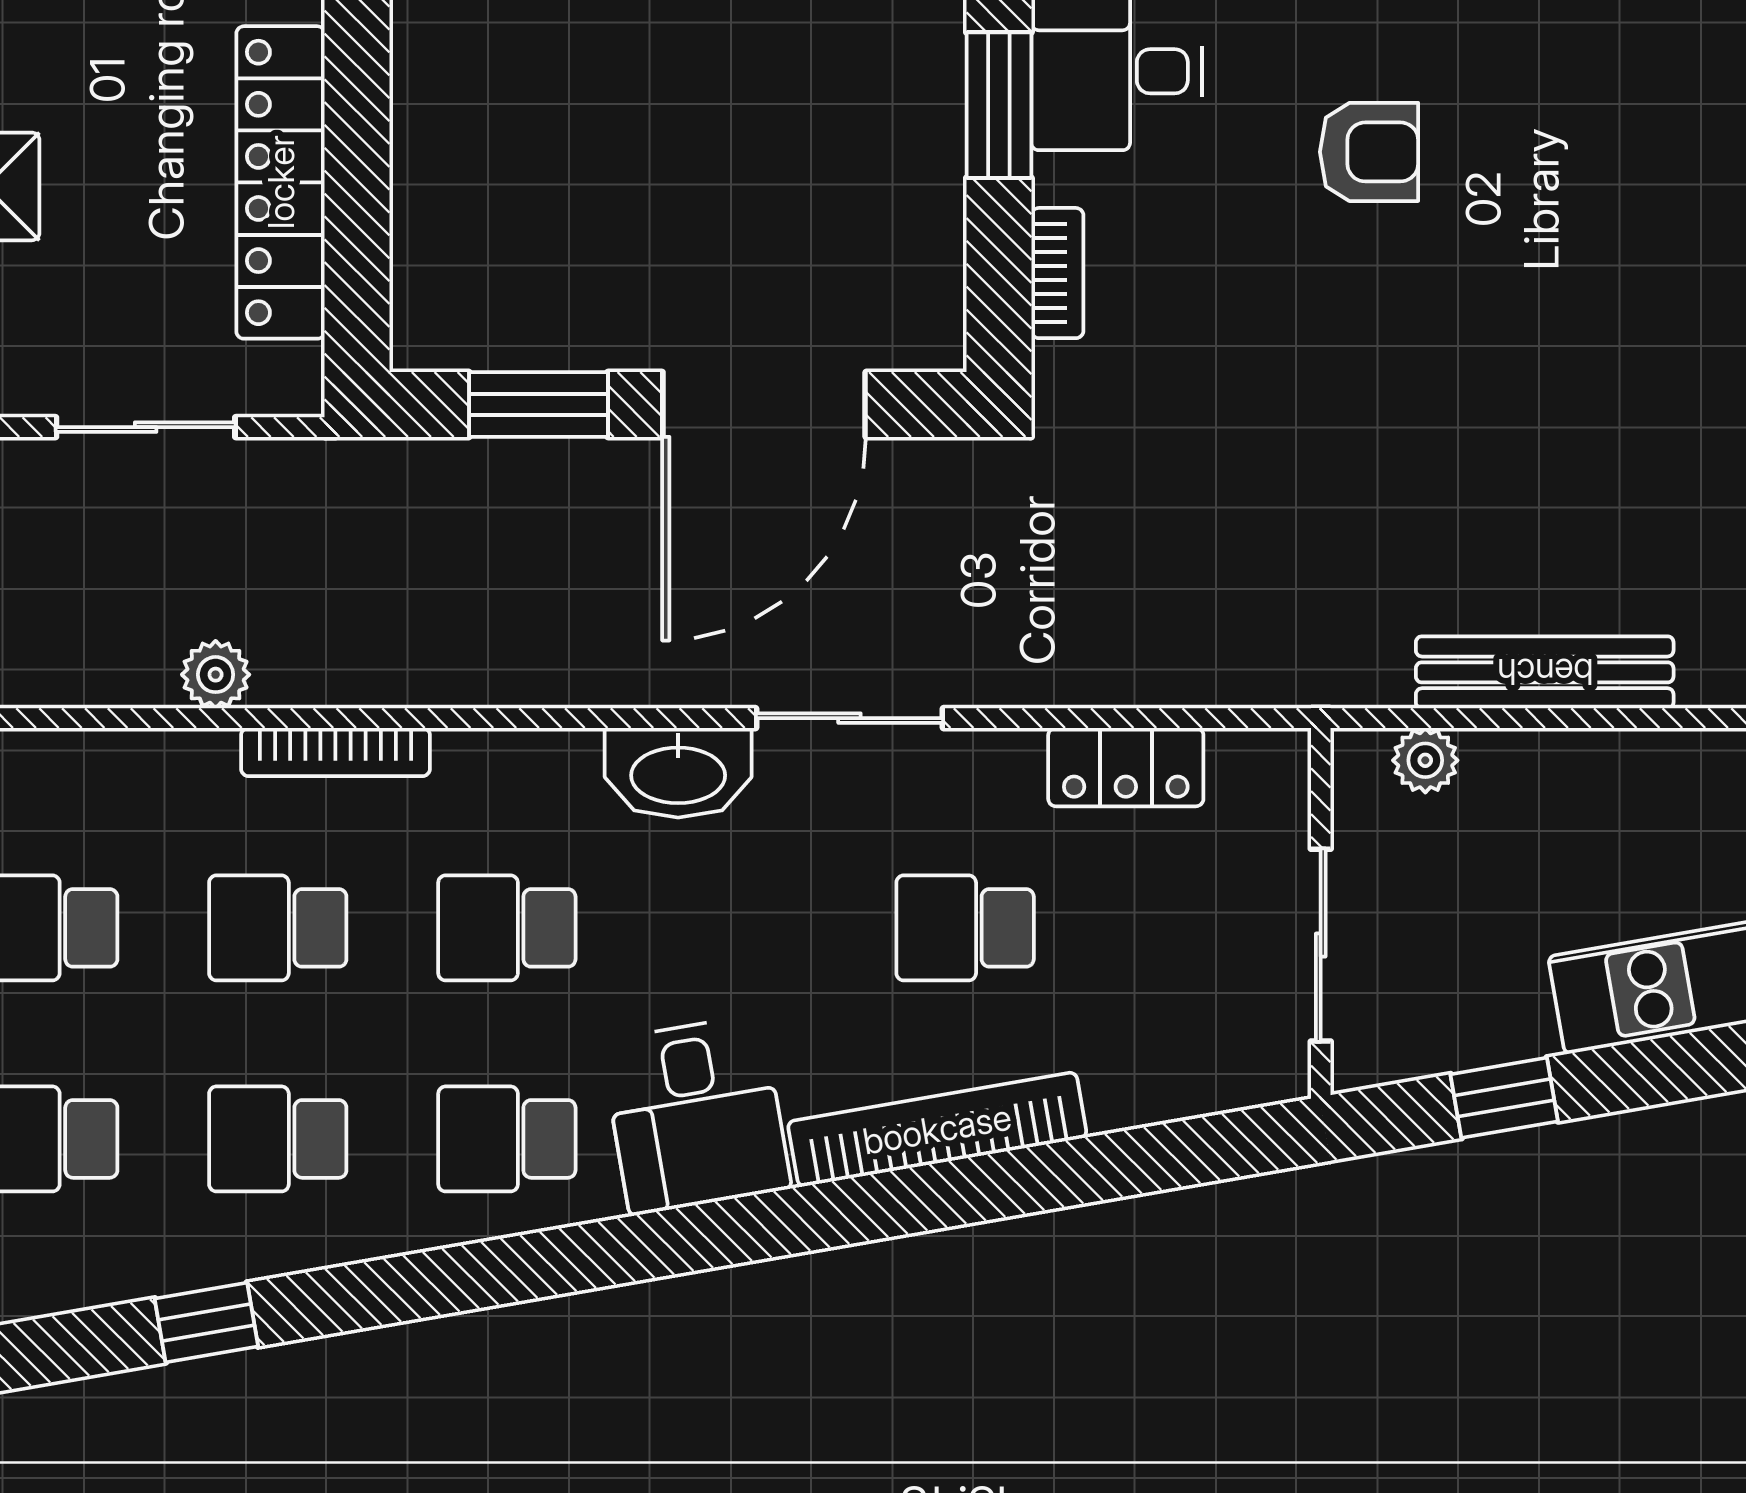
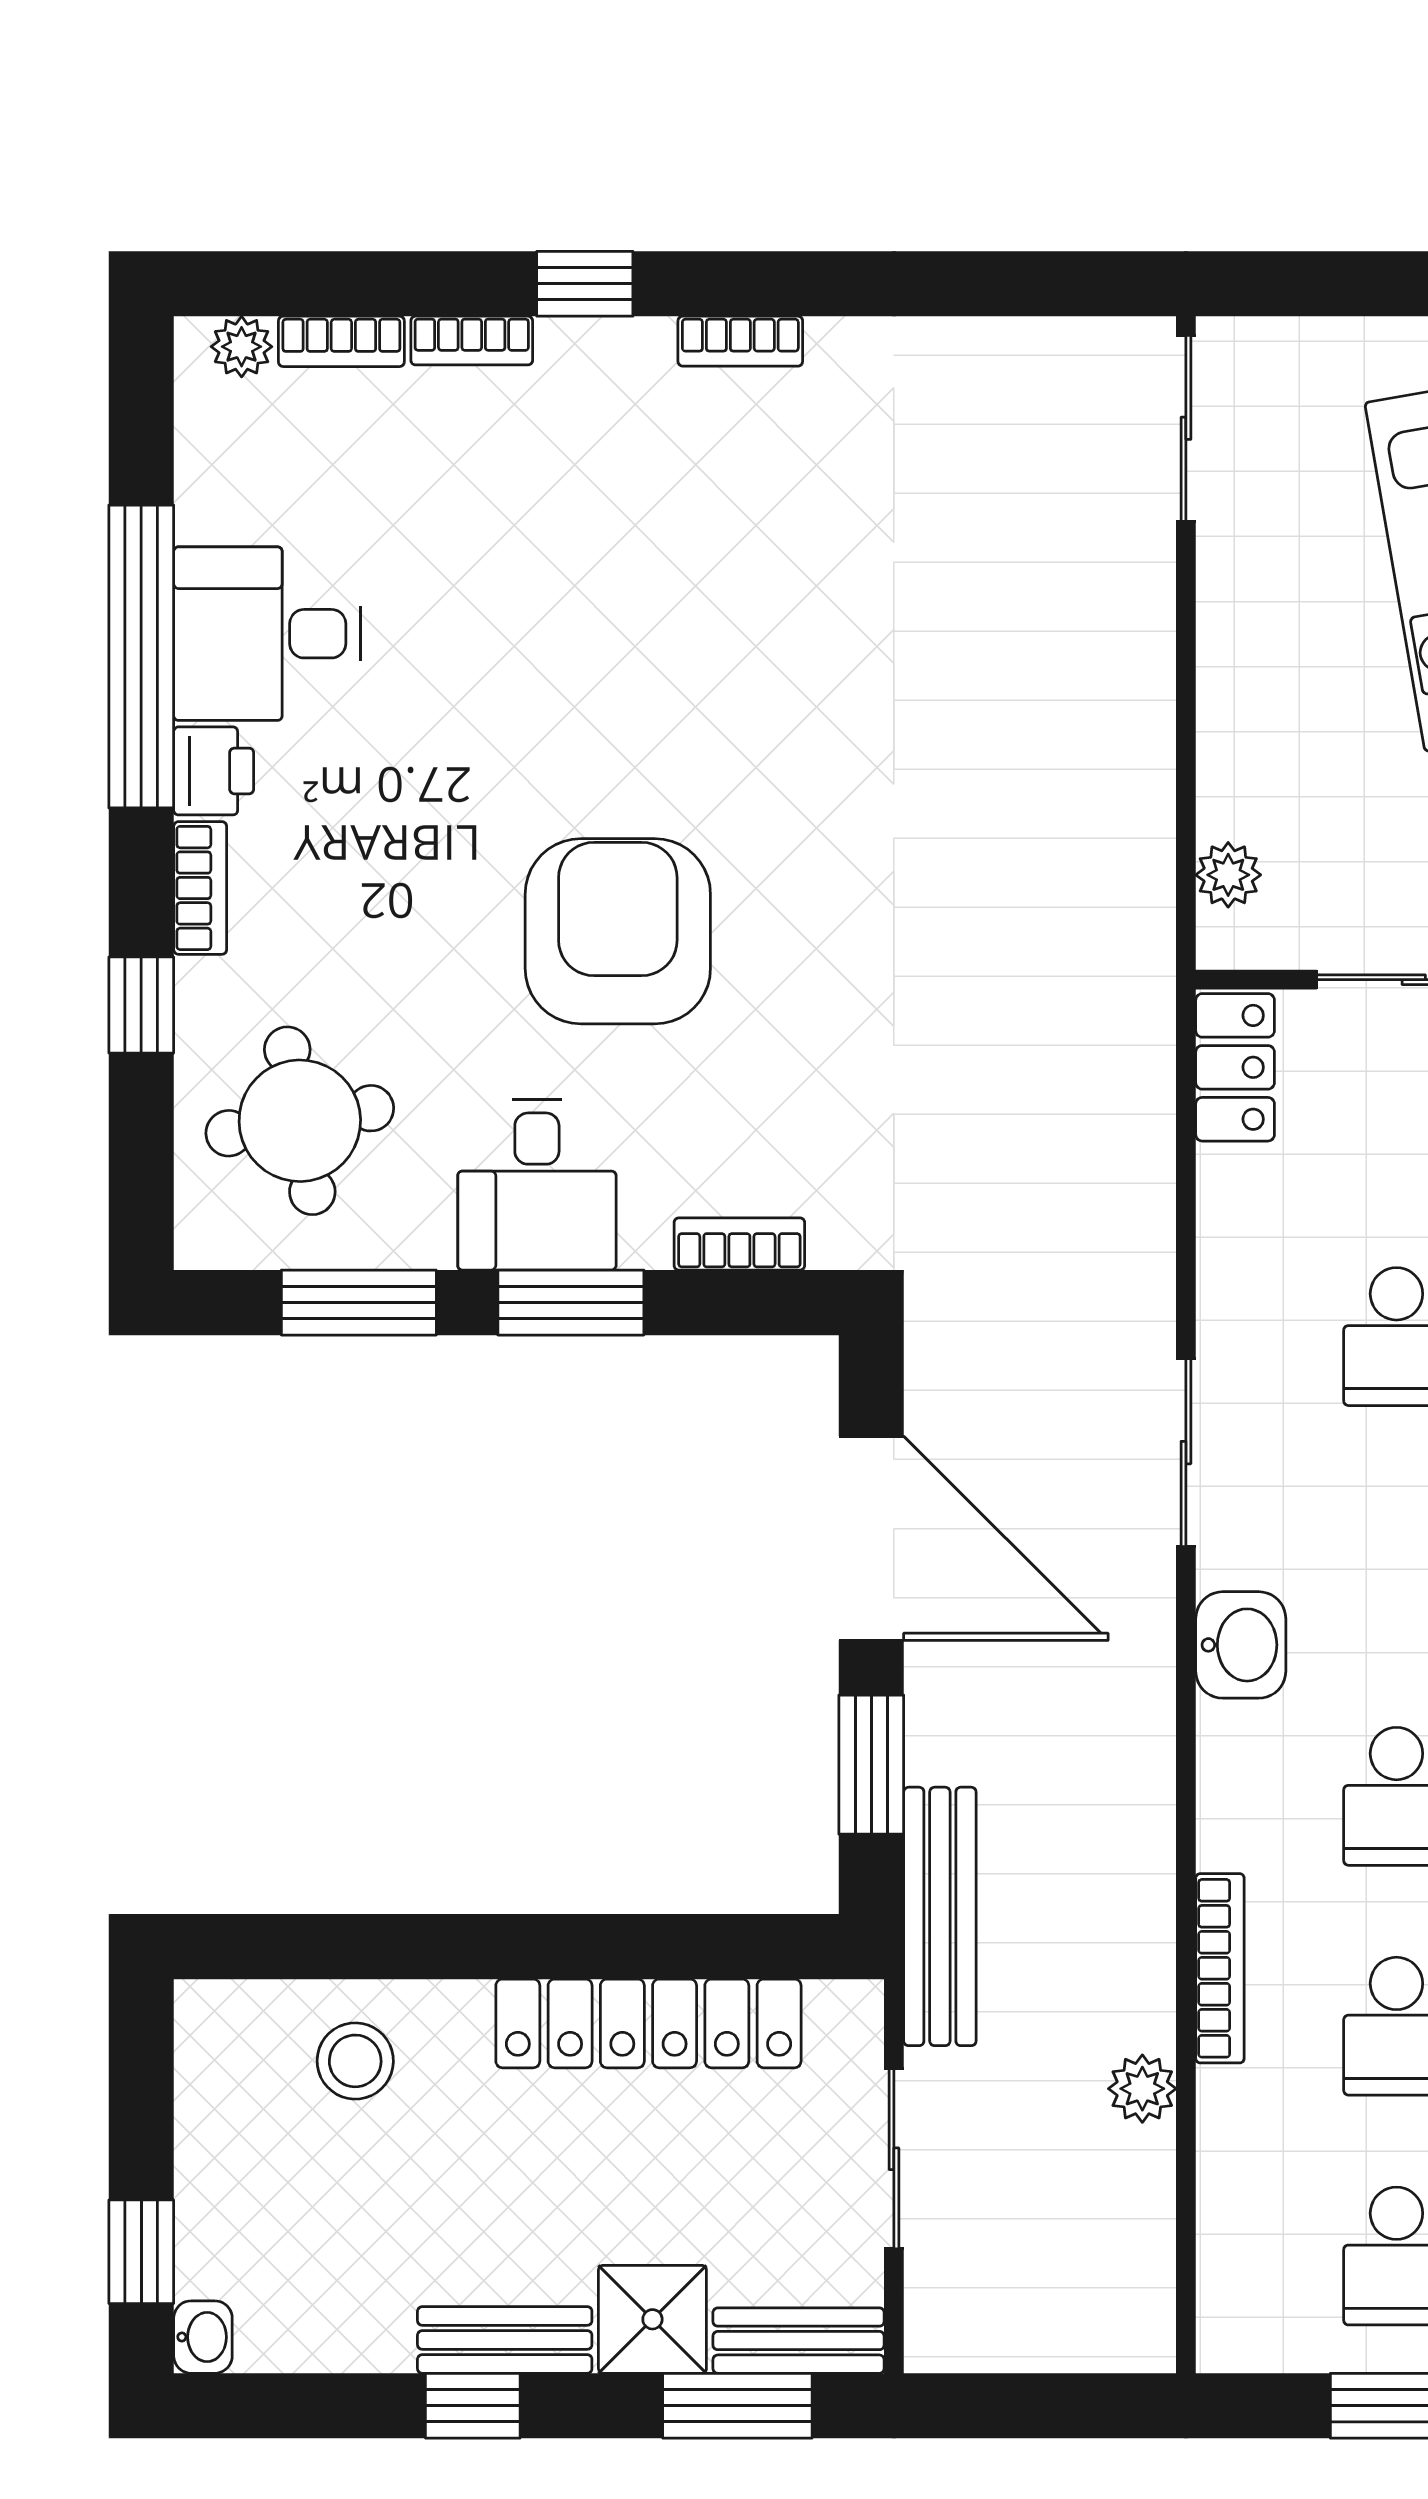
armchair: (1369, 152) -> (618, 931), width x1.88, depth x1.88
bench: (1545, 672) -> (940, 1916), moved
locker: (1126, 767) -> (1235, 1067), moved
washbasin: (678, 773) -> (1241, 1645), width x0.72

